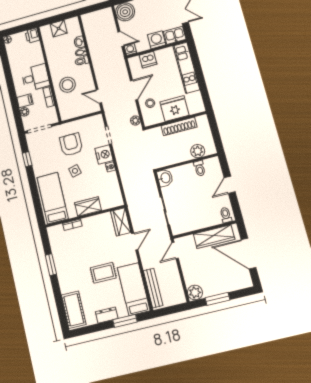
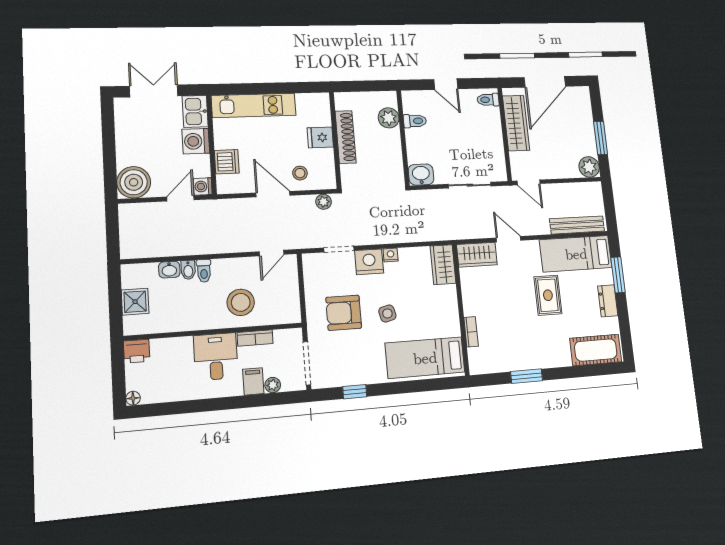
fridge: (174, 109) -> (320, 137), width x0.53, depth x0.75
wardrobe: (88, 207) -> (443, 265), moved

